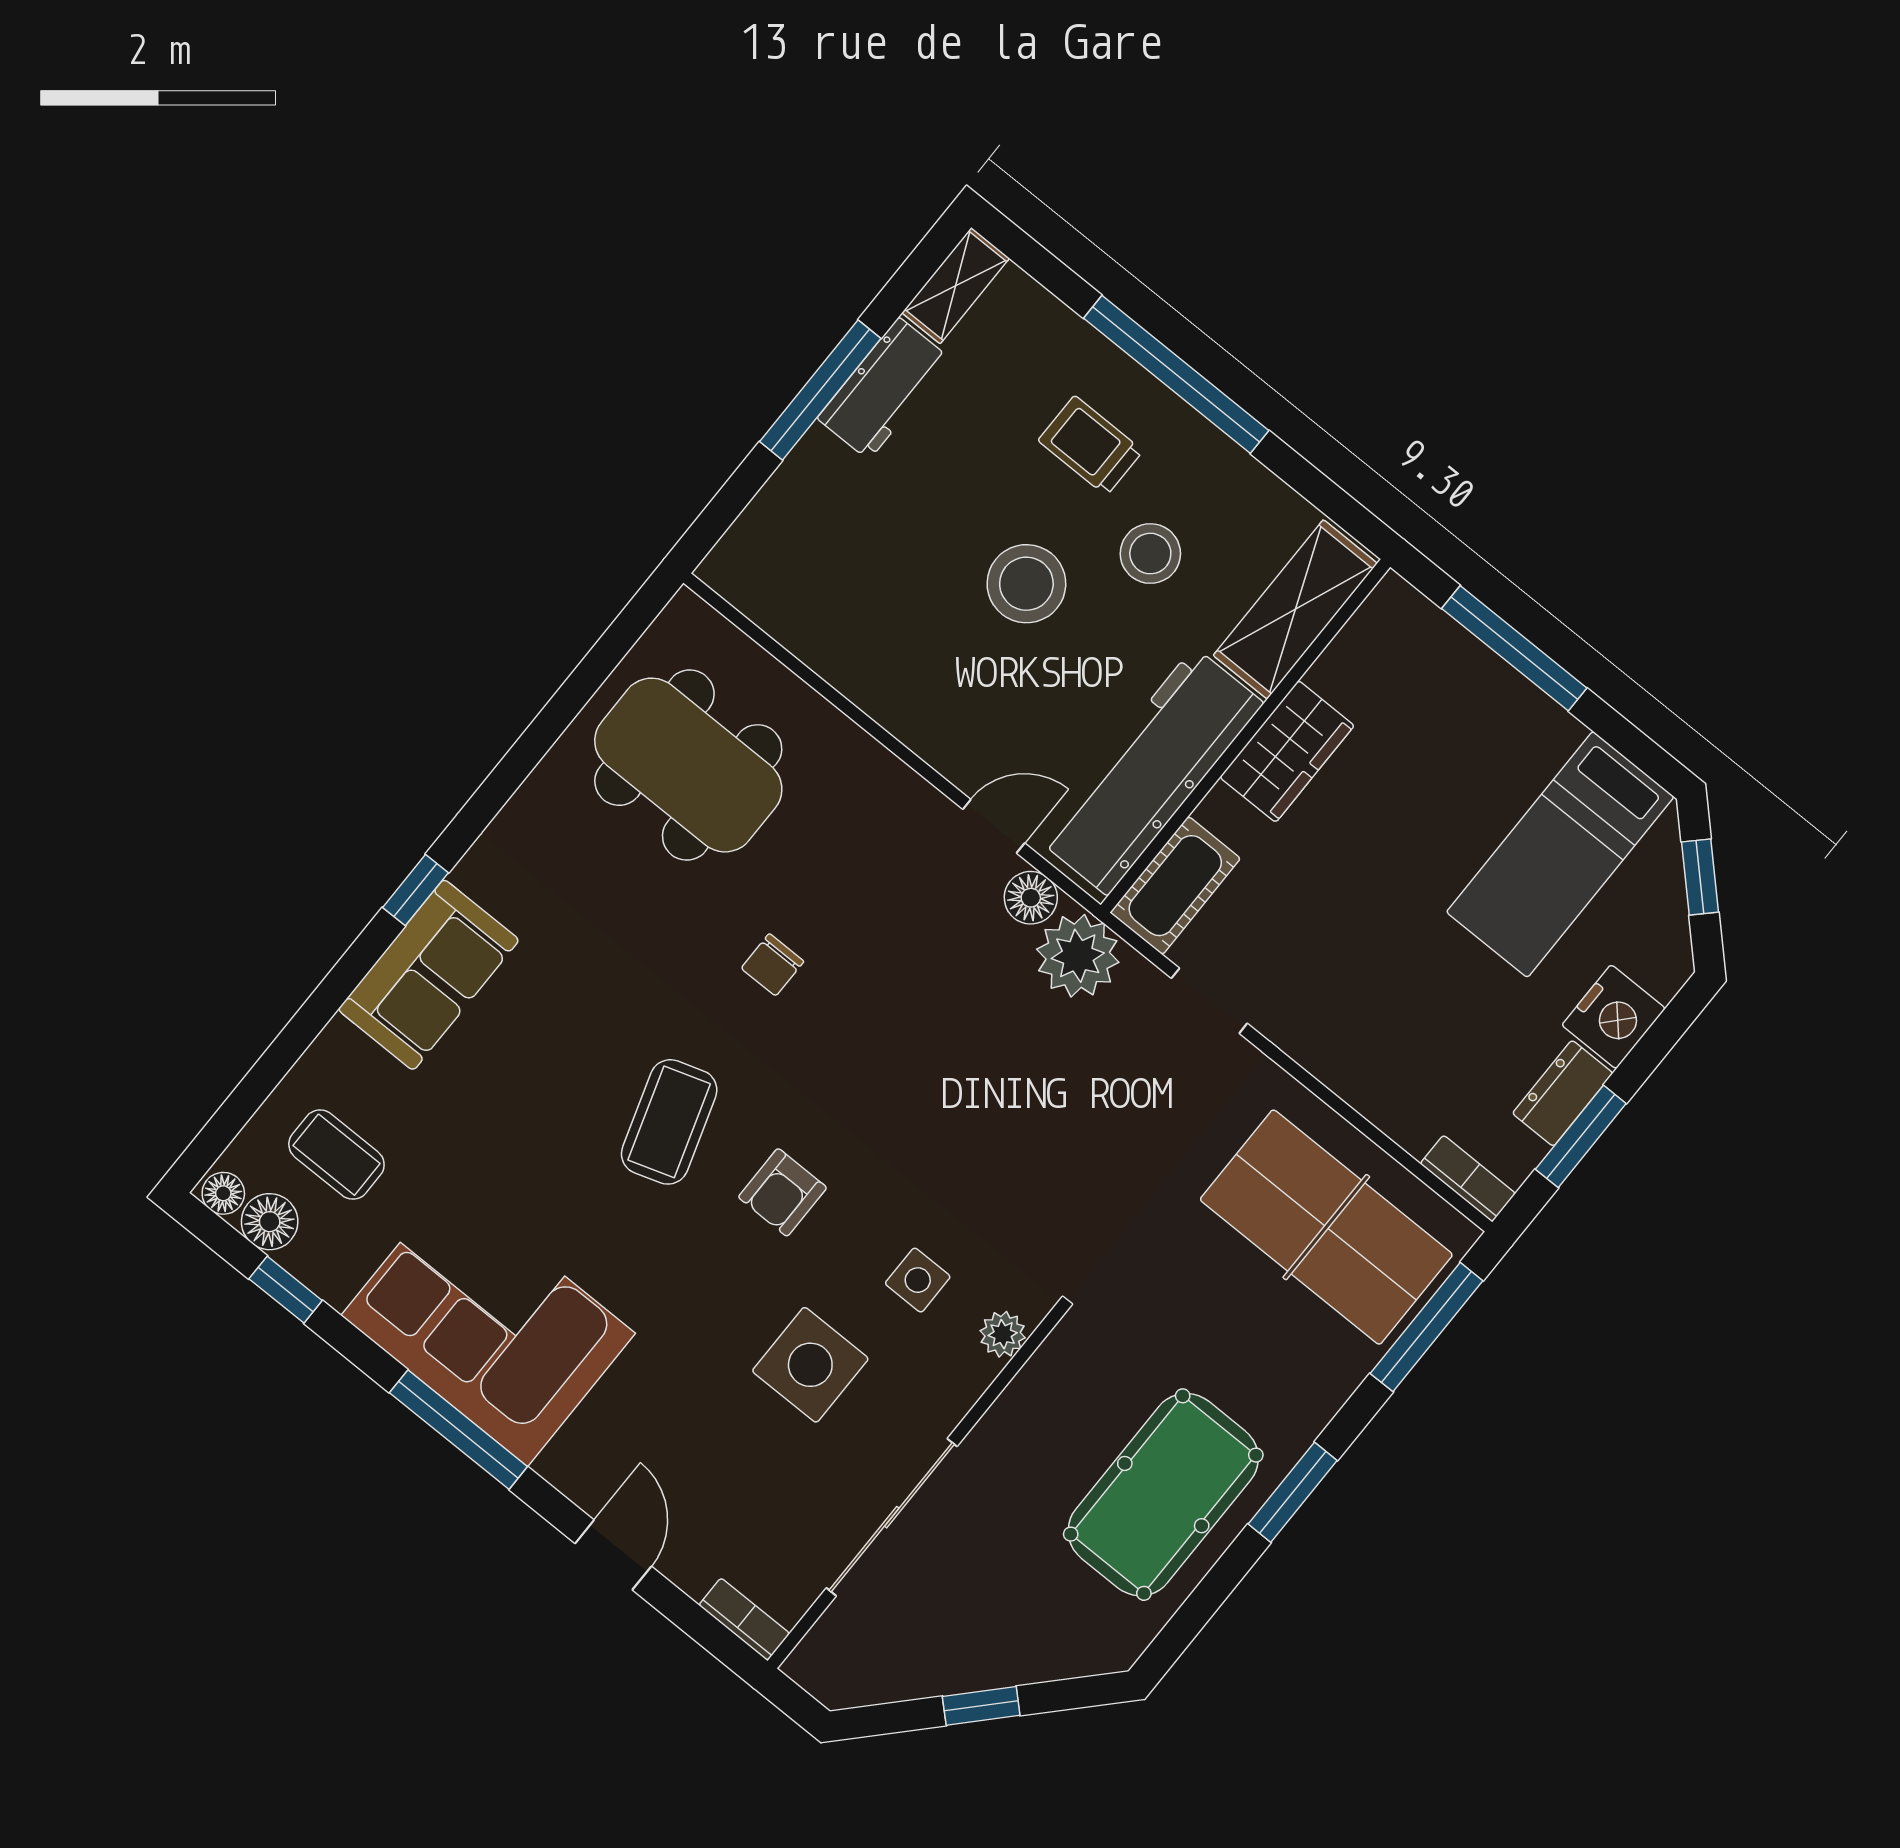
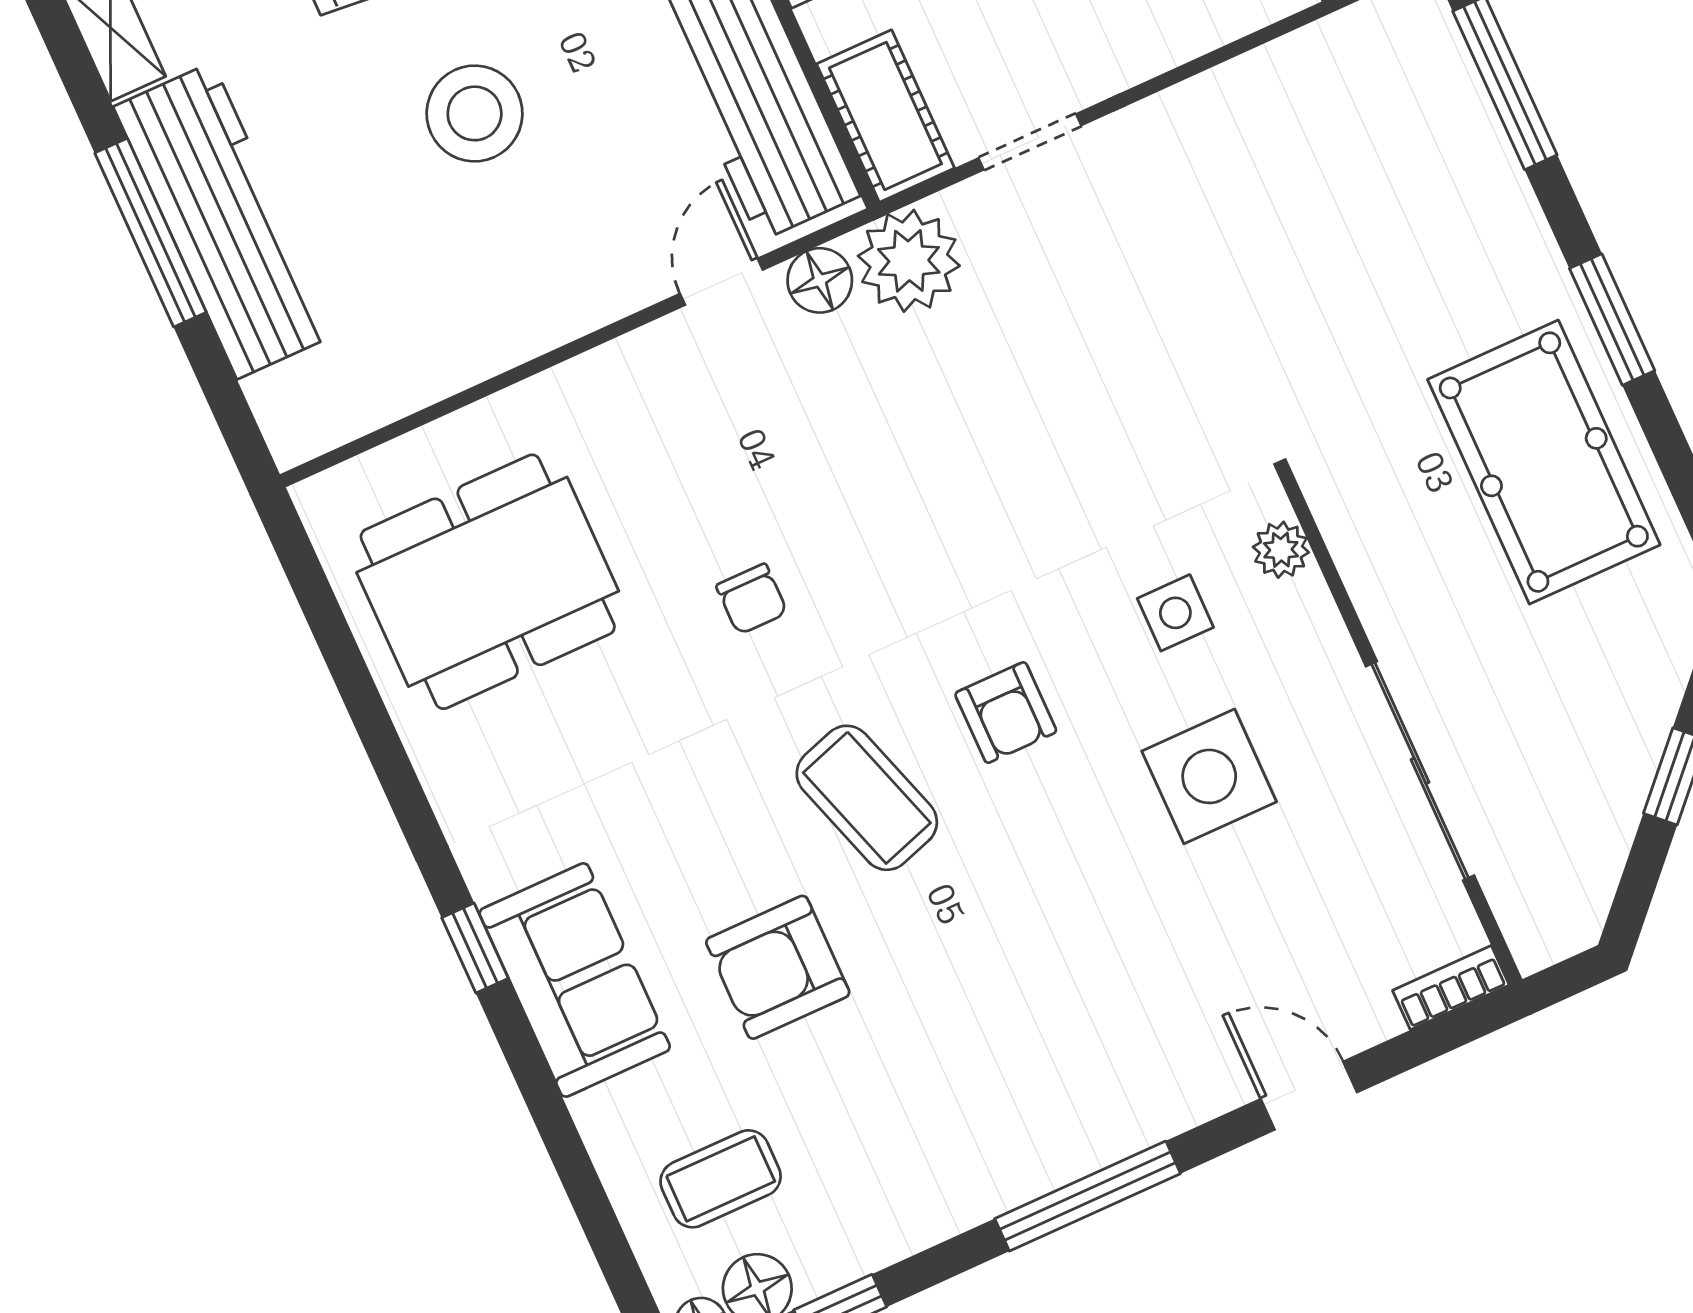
workbench: (884, 389) -> (225, 221), width x1.88, depth x1.32
armchair: (512, 1119) -> (778, 967), added
table tennis table: (1326, 1227) -> (1341, 138), removed
corner sofa: (488, 1324) -> (989, 1106), removed

